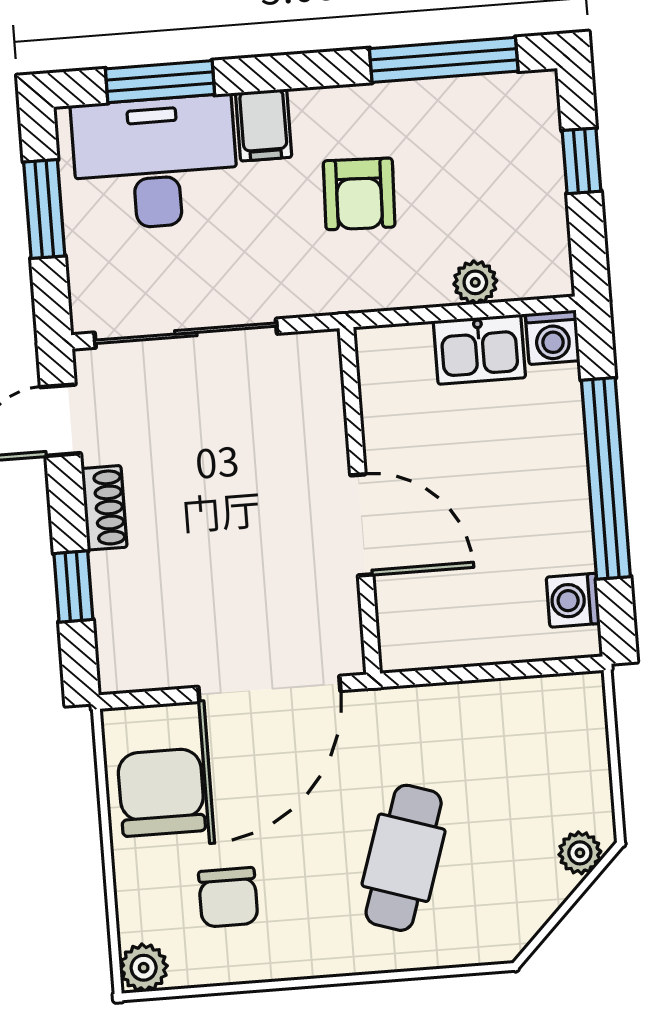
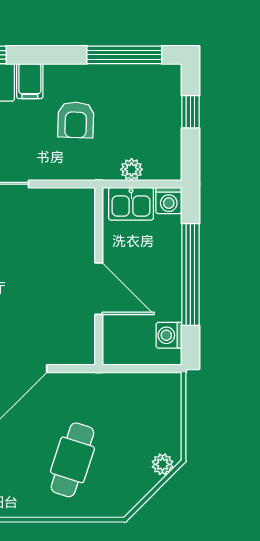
wall: (360, 501) -> (99, 276), moved
door: (362, 525) -> (99, 289), moved

